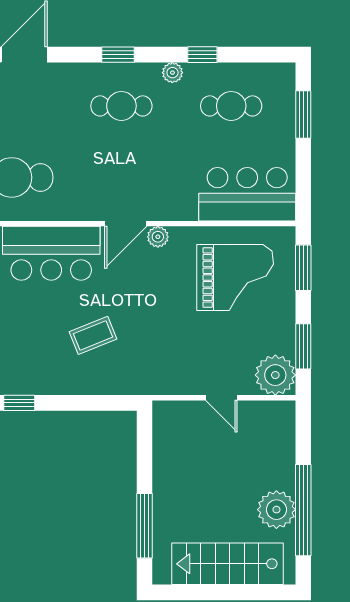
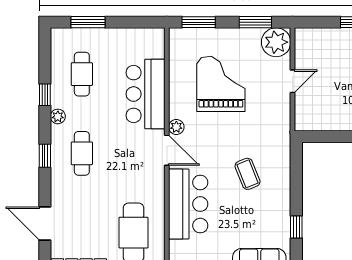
bar counter: (247, 194) -> (146, 94), moved
grand piano: (235, 278) -> (221, 84), moved

